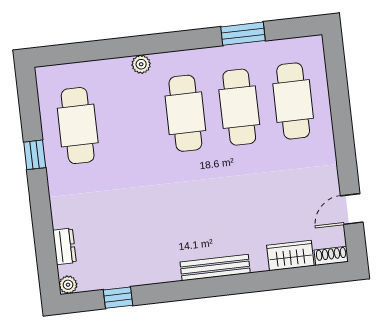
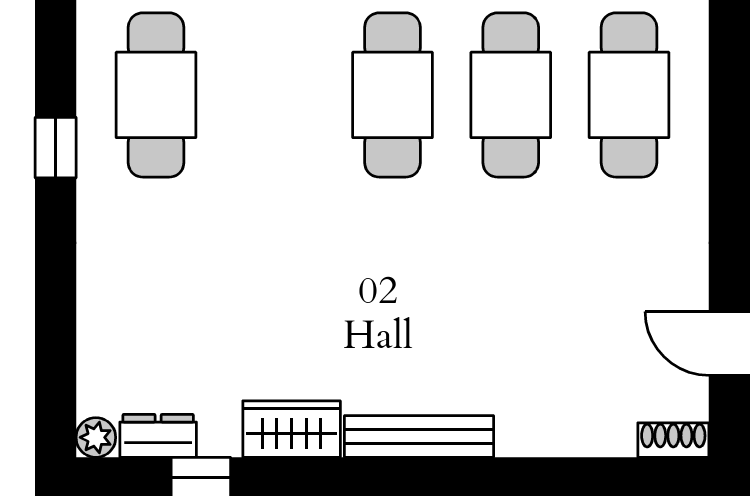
door: (352, 209) -> (729, 343), hinge flipped
dresser: (64, 246) -> (158, 436), moved, turned -90
wardrobe: (290, 255) -> (292, 429), moved

